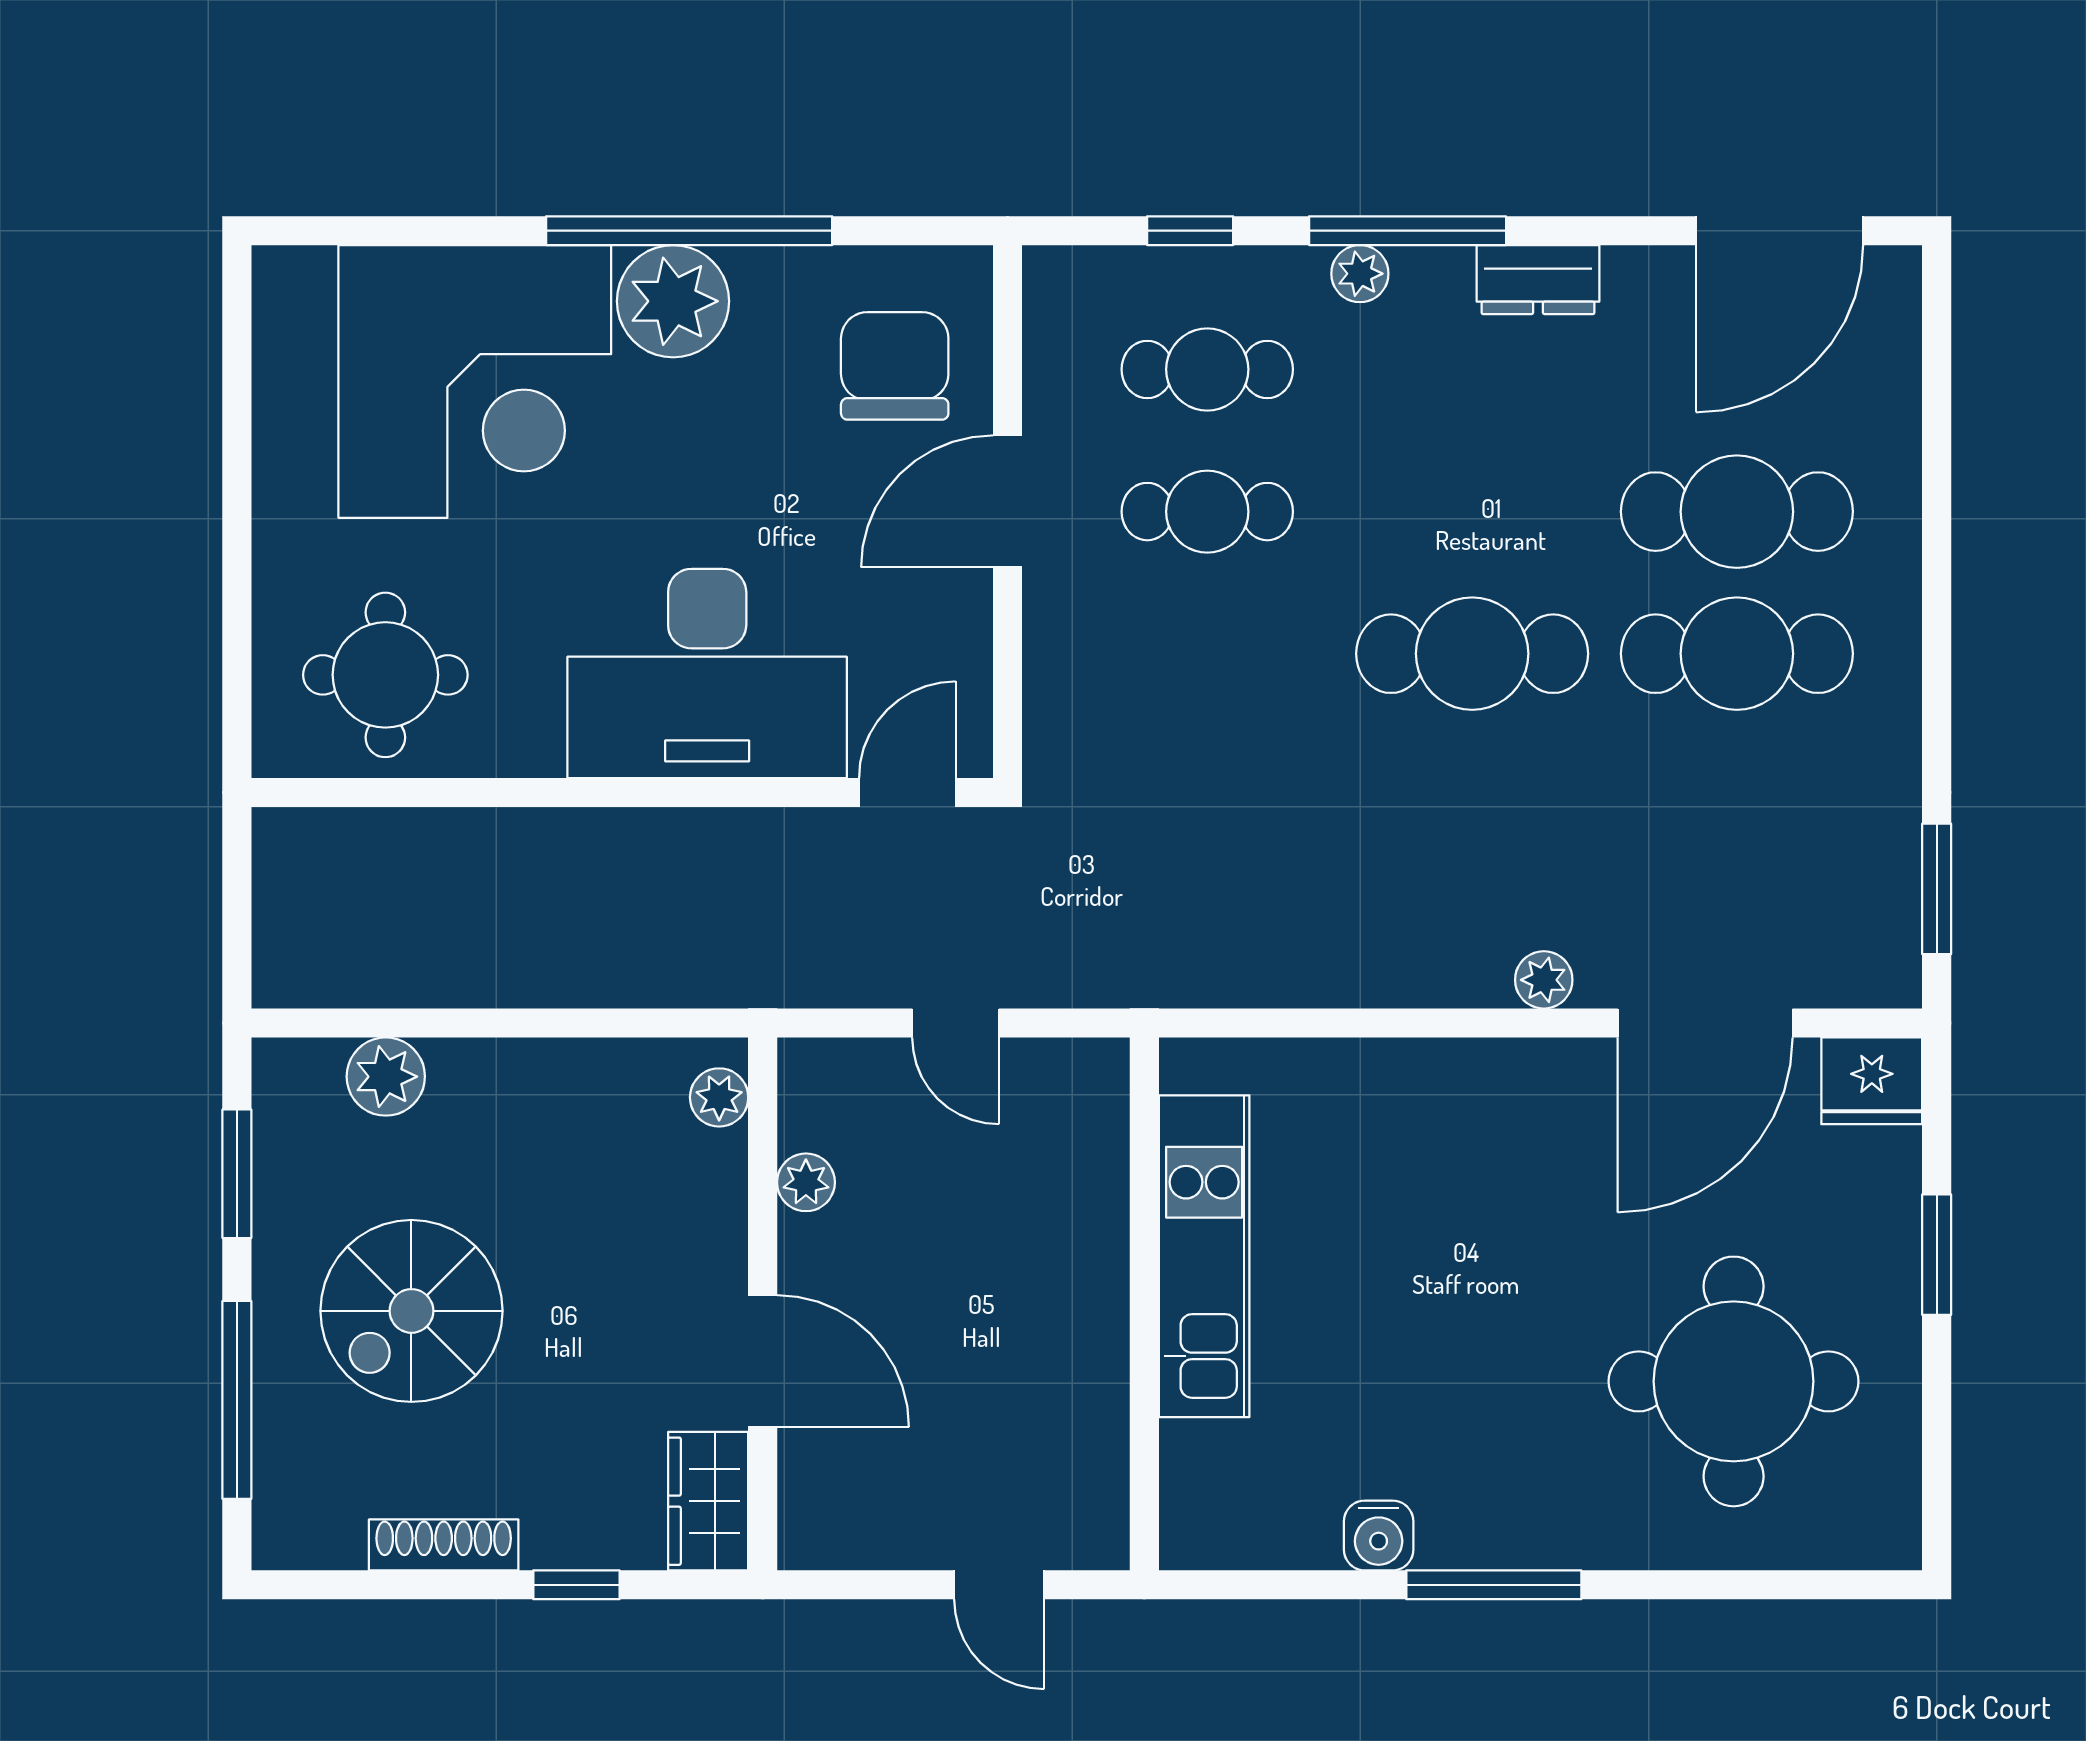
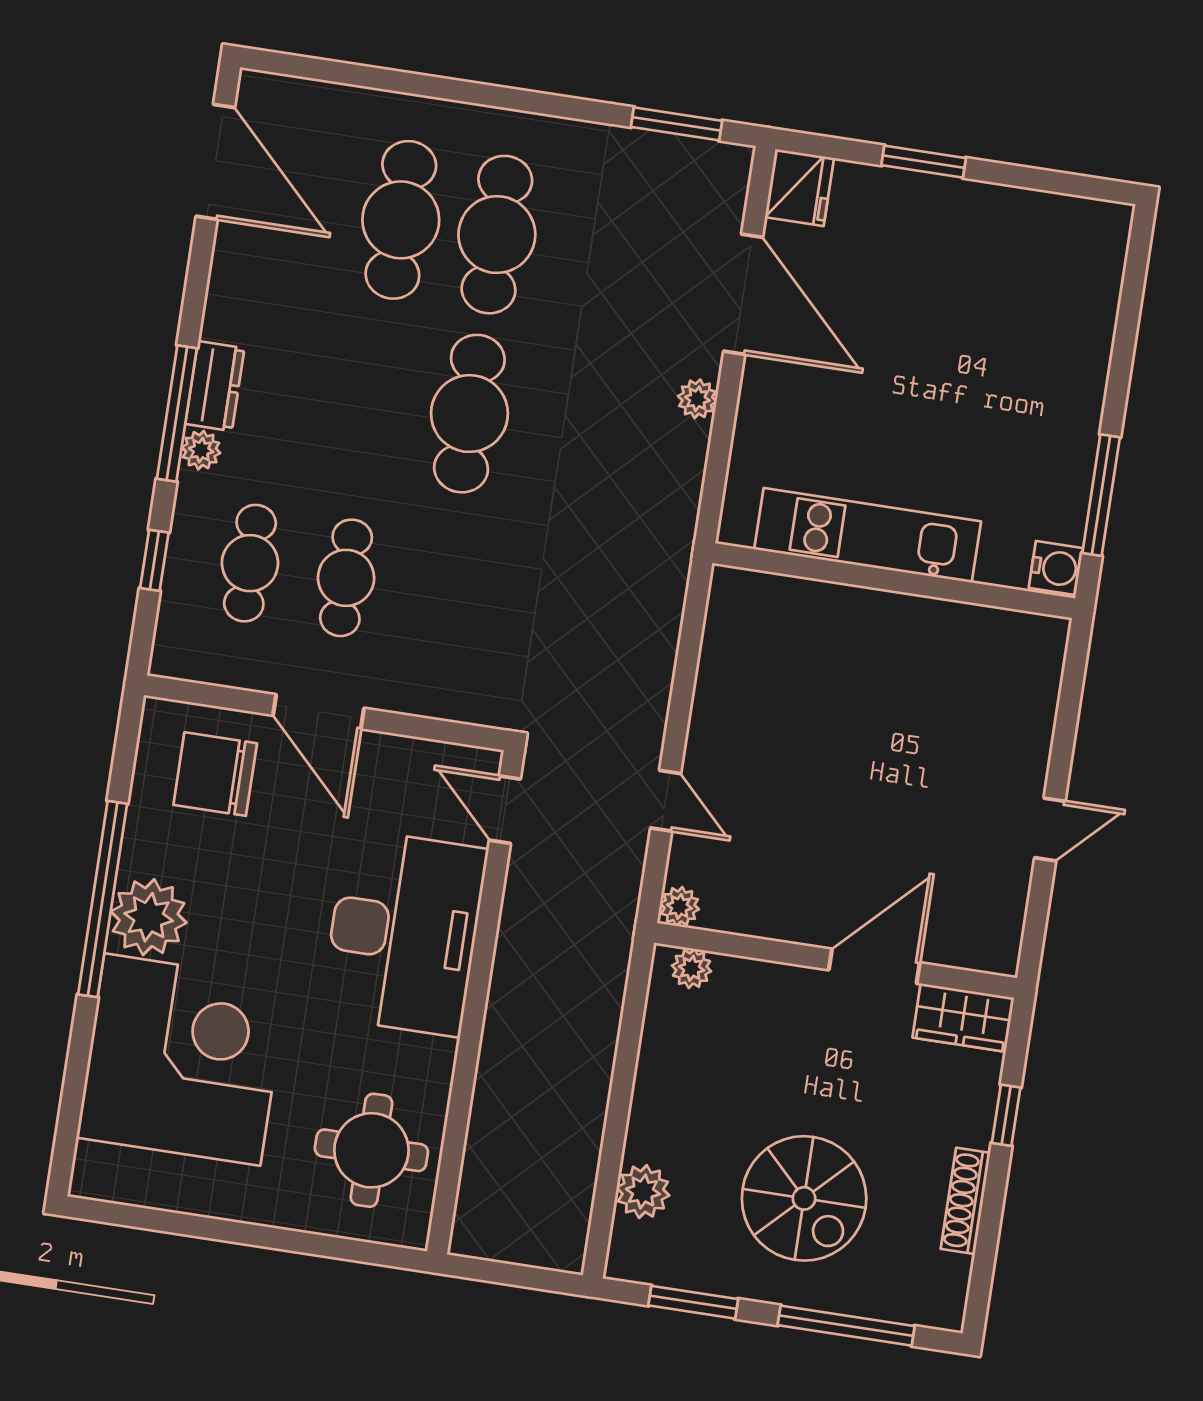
dresser: (1538, 280) -> (215, 386), moved
door: (956, 1023) -> (666, 801), hinge flipped
plant: (806, 1182) -> (679, 906), moved
kitchen unit: (1204, 1256) -> (868, 535), moved
wall: (1144, 1304) -> (894, 581), moved
round table: (1734, 1381) -> (988, 312), removed

